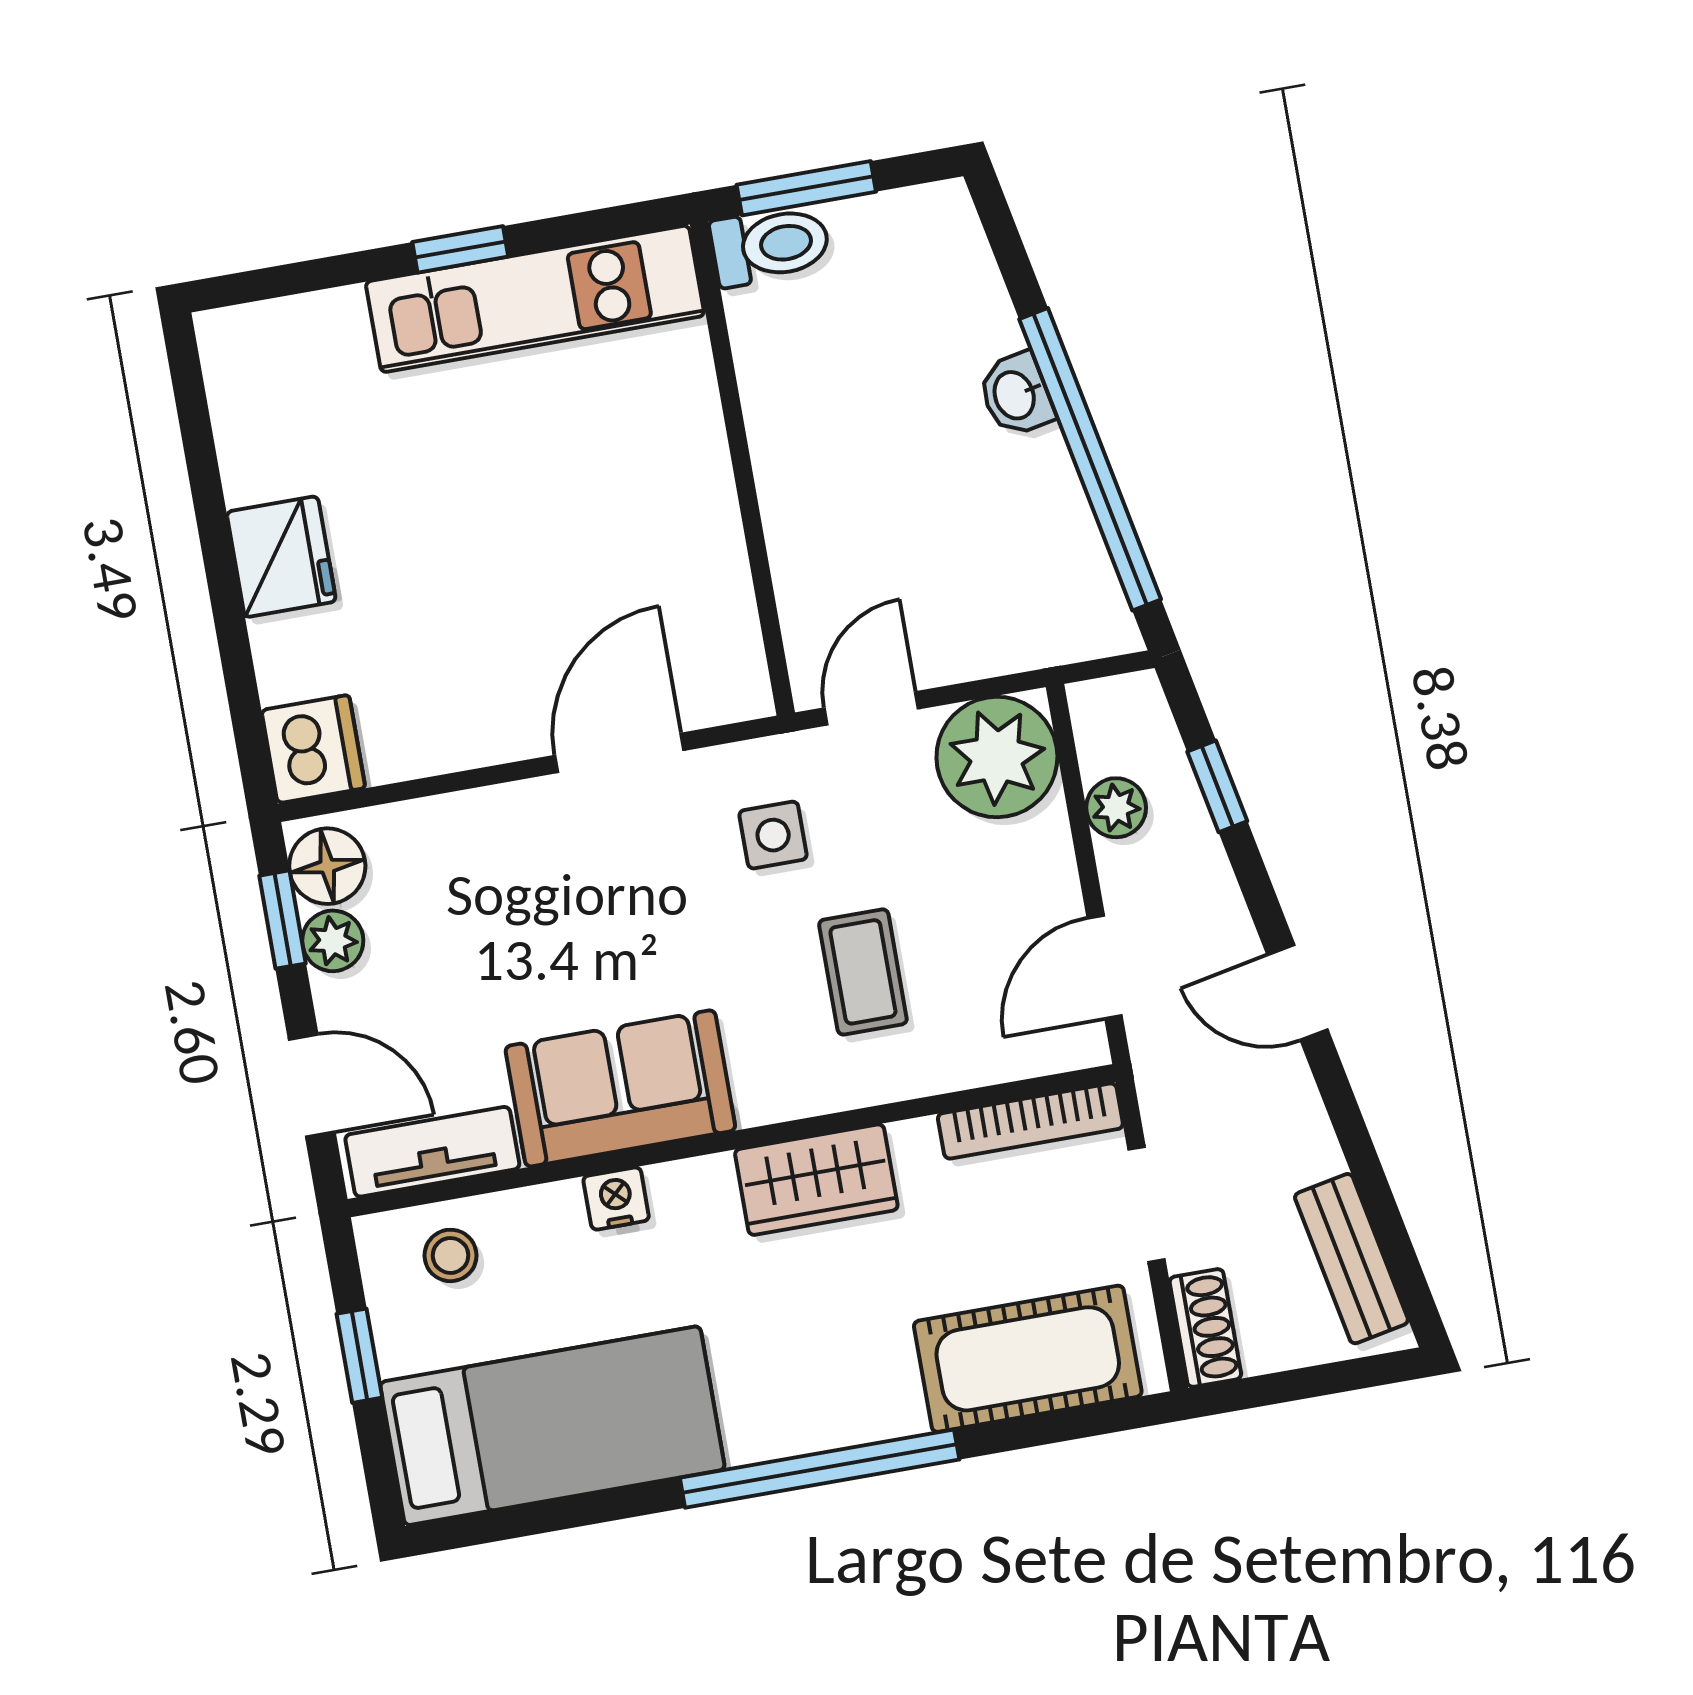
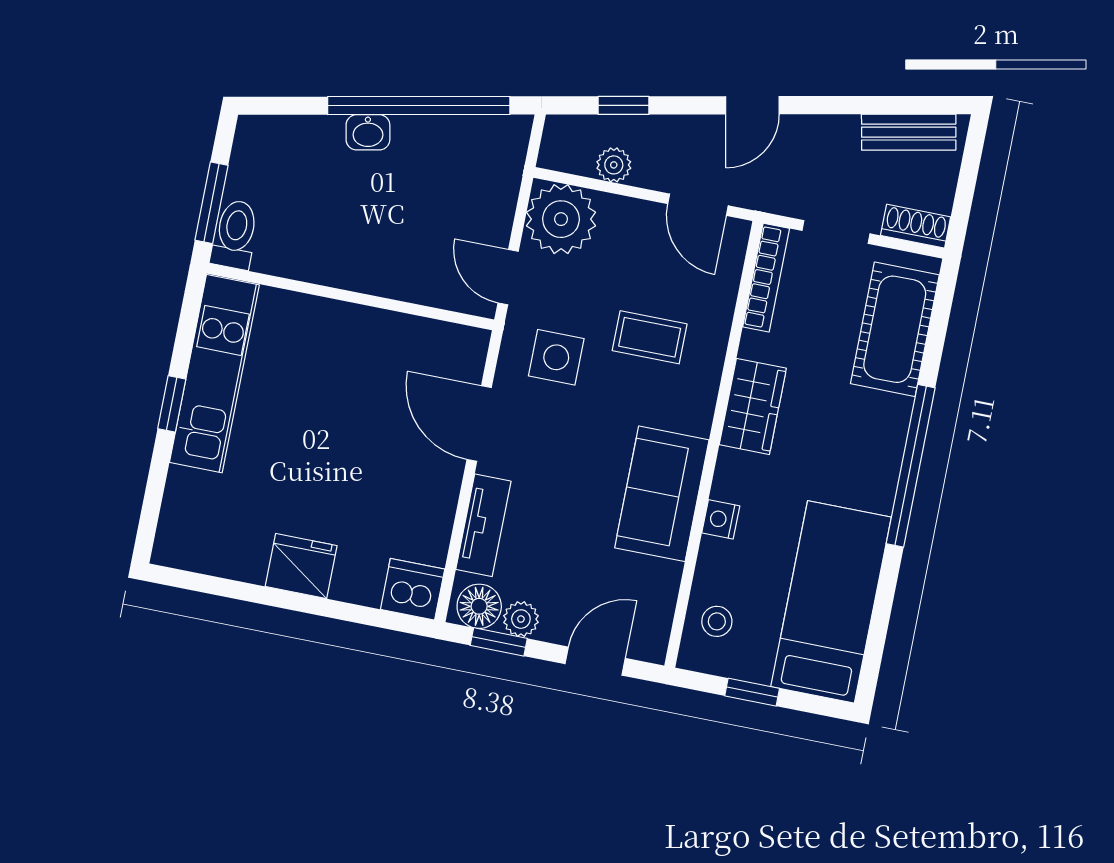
side table: (773, 835) -> (556, 357), width x1.37, depth x1.37
tv unit: (432, 1152) -> (483, 525), moved, turned 180

